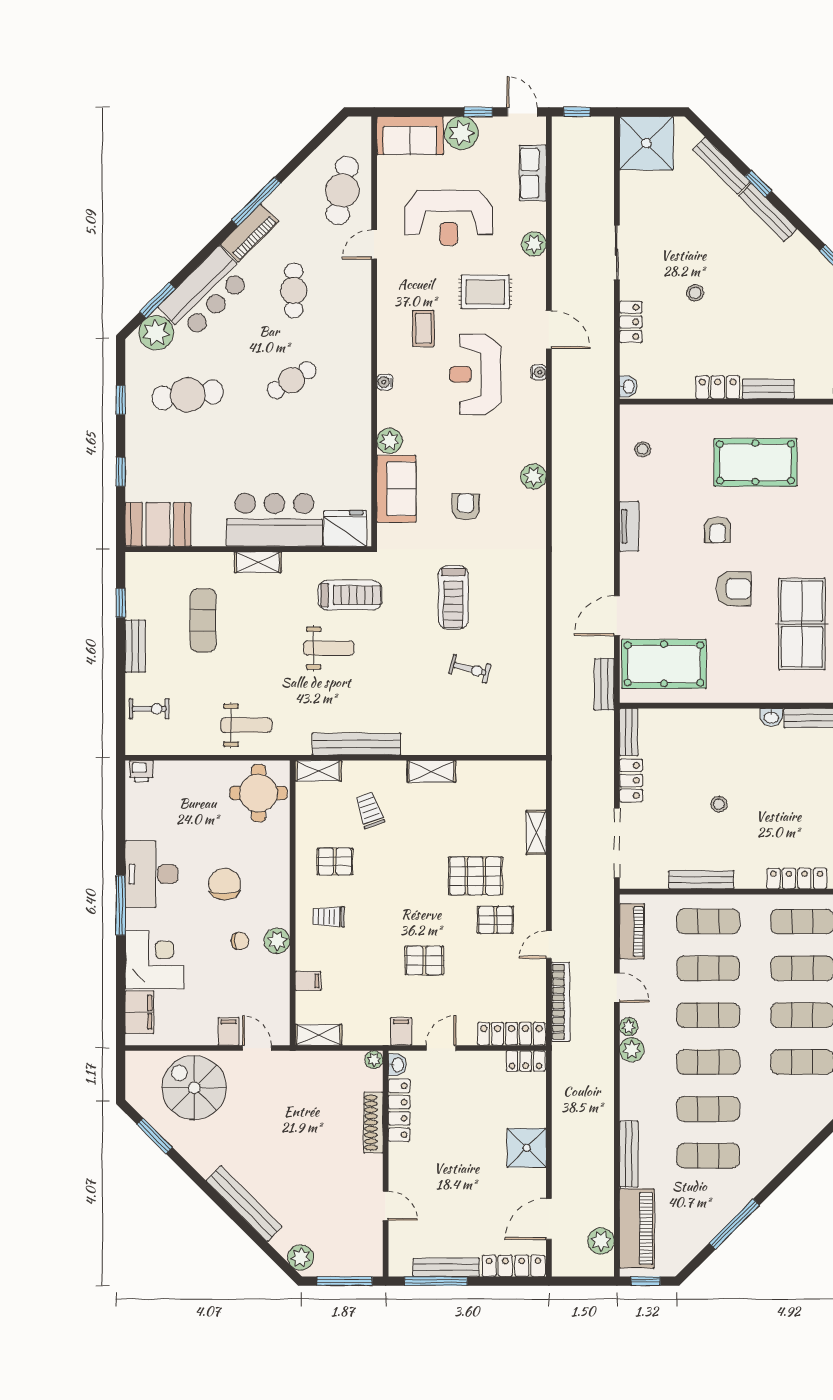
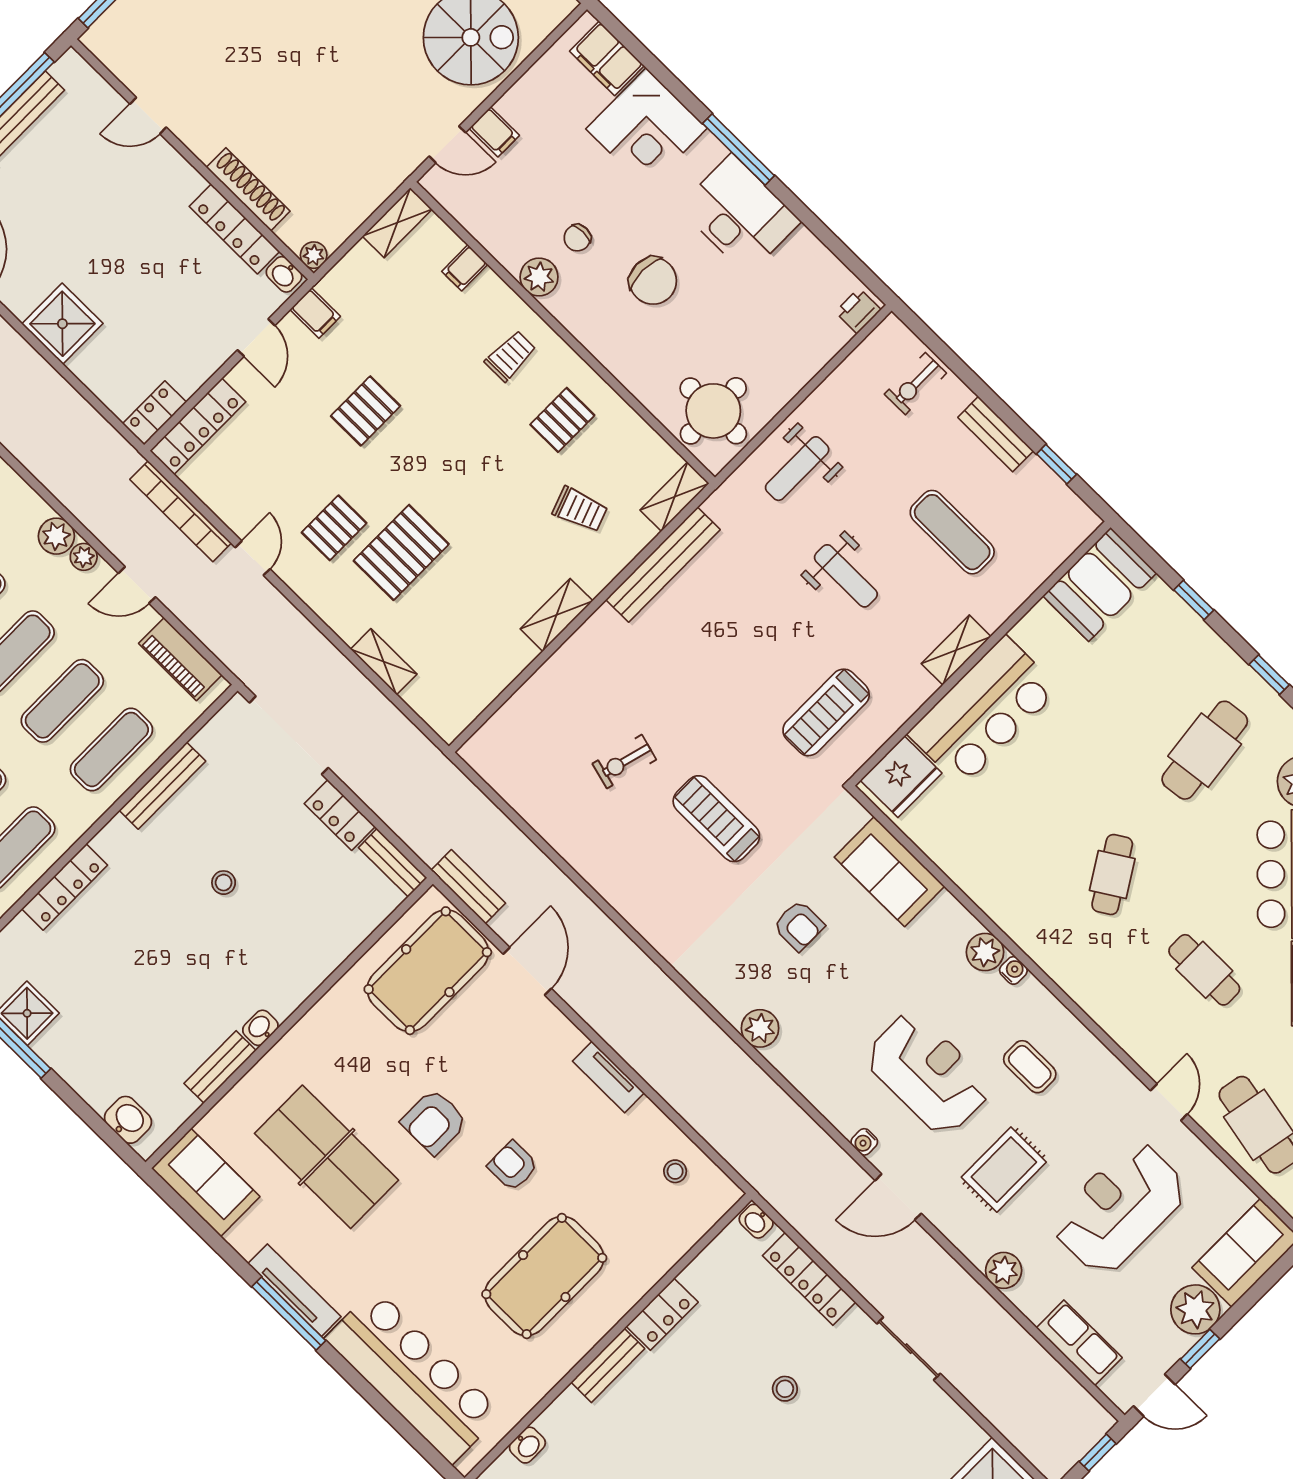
locker: (631, 322) -> (809, 1279), width x1.53
plant: (390, 441) -> (985, 952), moved
weight bench: (329, 648) -> (846, 576), moved, turned -90

